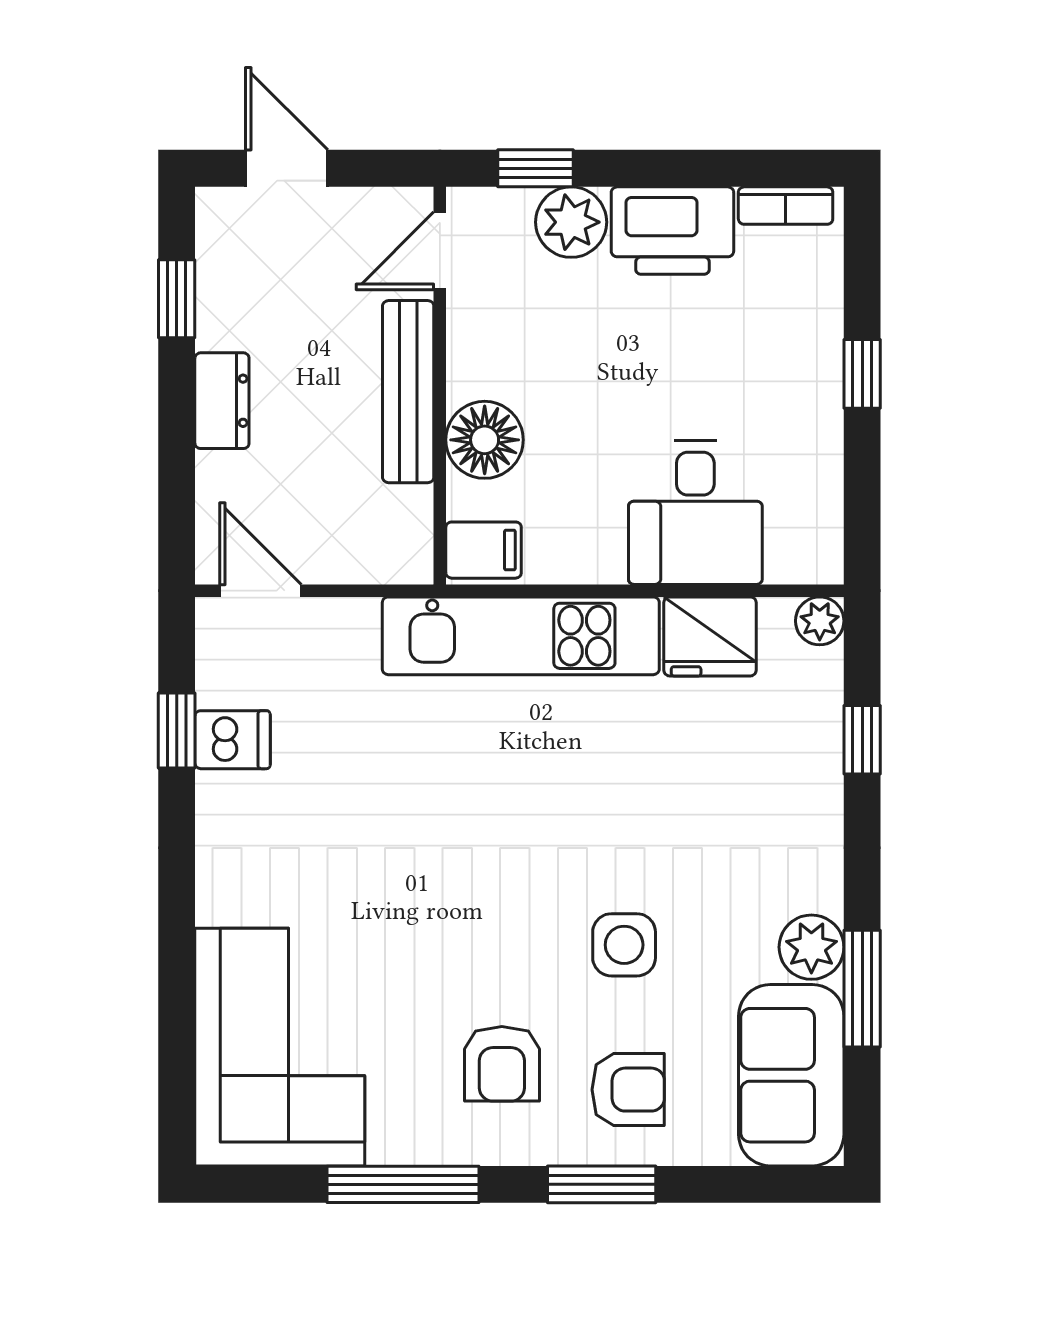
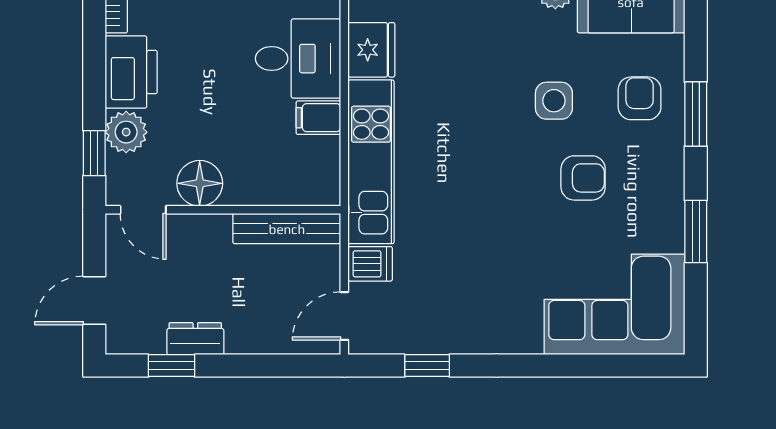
bench: (408, 392) -> (287, 229), moved
dresser: (222, 401) -> (195, 339), moved
floor lamp: (485, 440) -> (200, 183), moved
filing cabinet: (484, 550) -> (318, 118), moved, turned -90
dishwasher: (233, 740) -> (370, 264), moved, turned 90
armchair: (502, 1064) -> (583, 178), moved
window: (403, 1184) -> (696, 232), width x0.69

